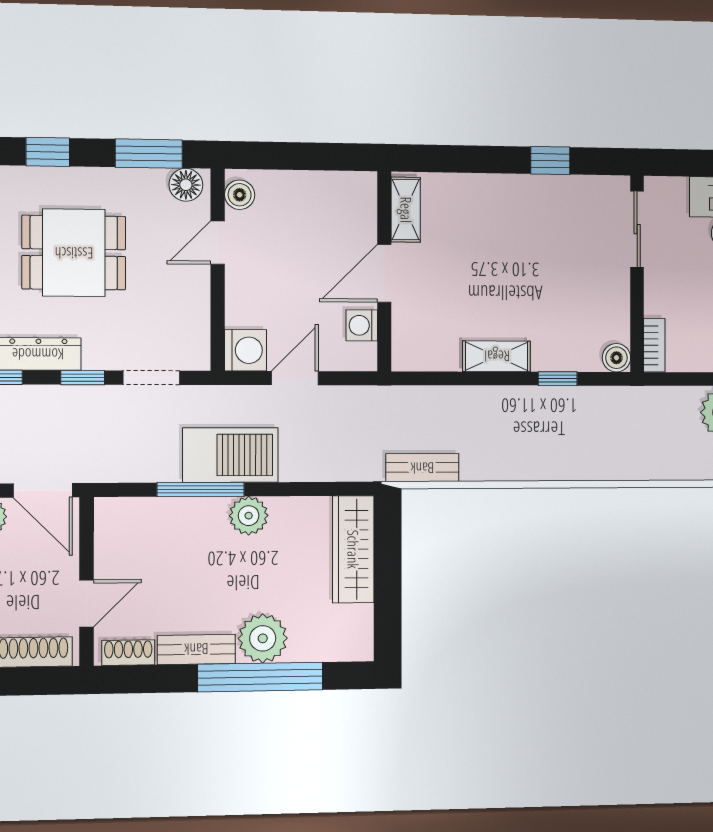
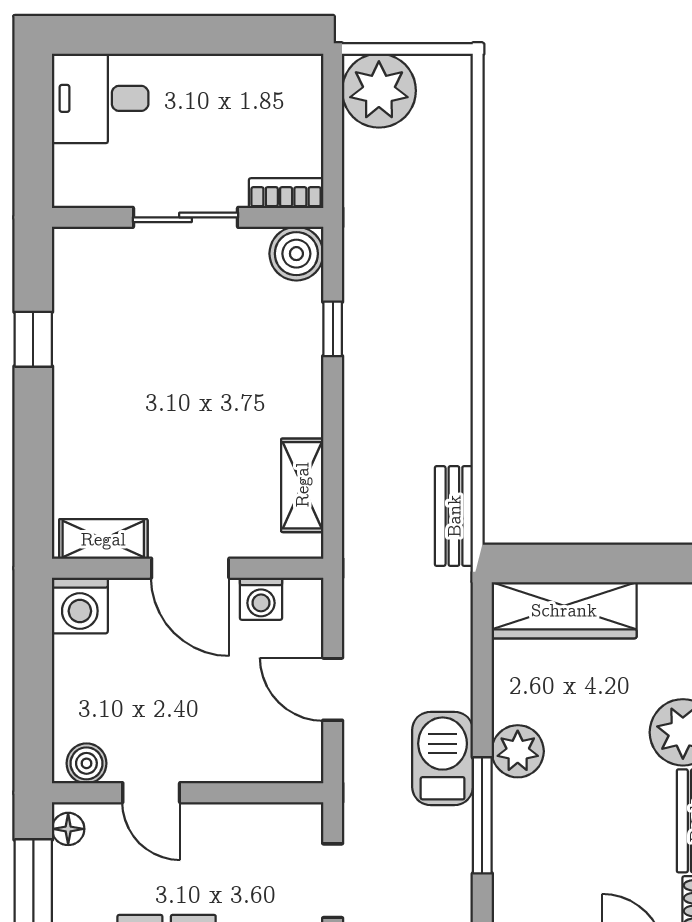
floor lamp: (186, 185) -> (68, 829), width x0.73, depth x0.73
sliding door: (637, 229) -> (185, 217), moved
washing machine: (245, 350) -> (80, 605), moved, turned 180
shelving: (497, 356) -> (302, 485), moved
boiler: (616, 358) -> (296, 254), width x1.36, depth x1.36
barbecue: (230, 455) -> (443, 758), width x0.73, depth x0.83

